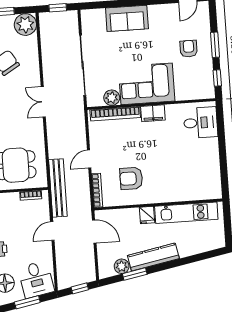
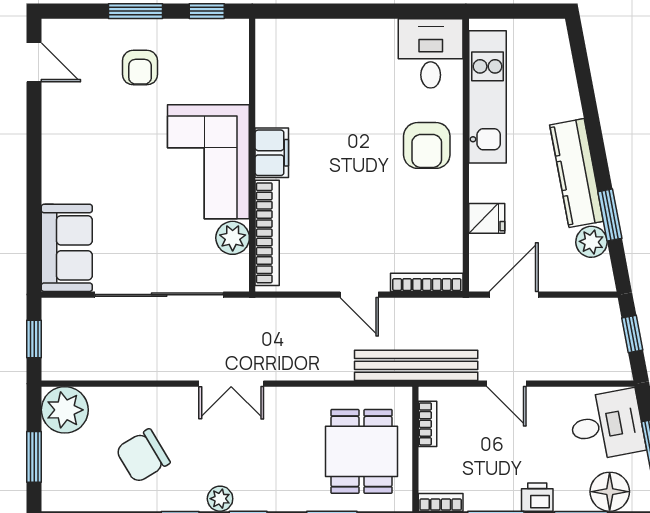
sofa: (127, 18) -> (67, 248), moved
armchair: (189, 49) -> (140, 68), turned -90
desk: (200, 123) -> (431, 53), moved
armchair: (131, 178) -> (427, 145), moved
fridge: (147, 215) -> (487, 218), moved

